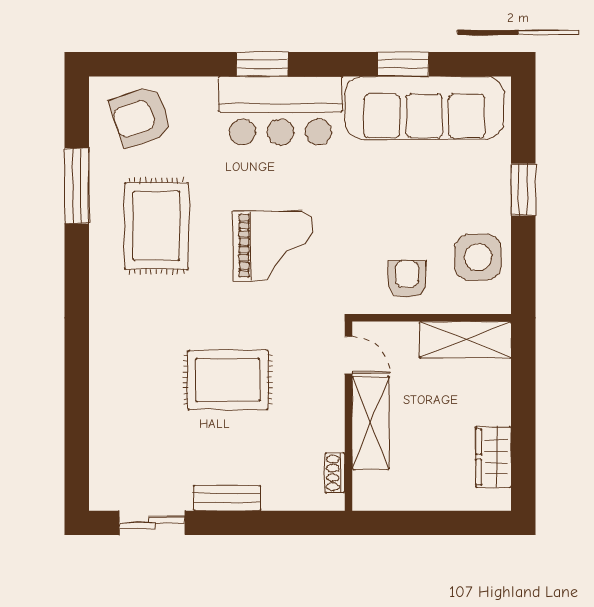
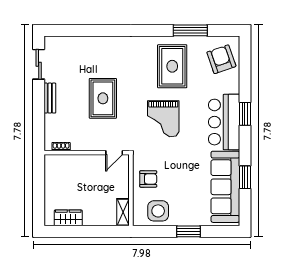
rug: (156, 226) -> (172, 66), turned 90
shelving: (465, 340) -> (123, 212), width x0.67, depth x0.75
shelving: (371, 423) -> (84, 163), removed

